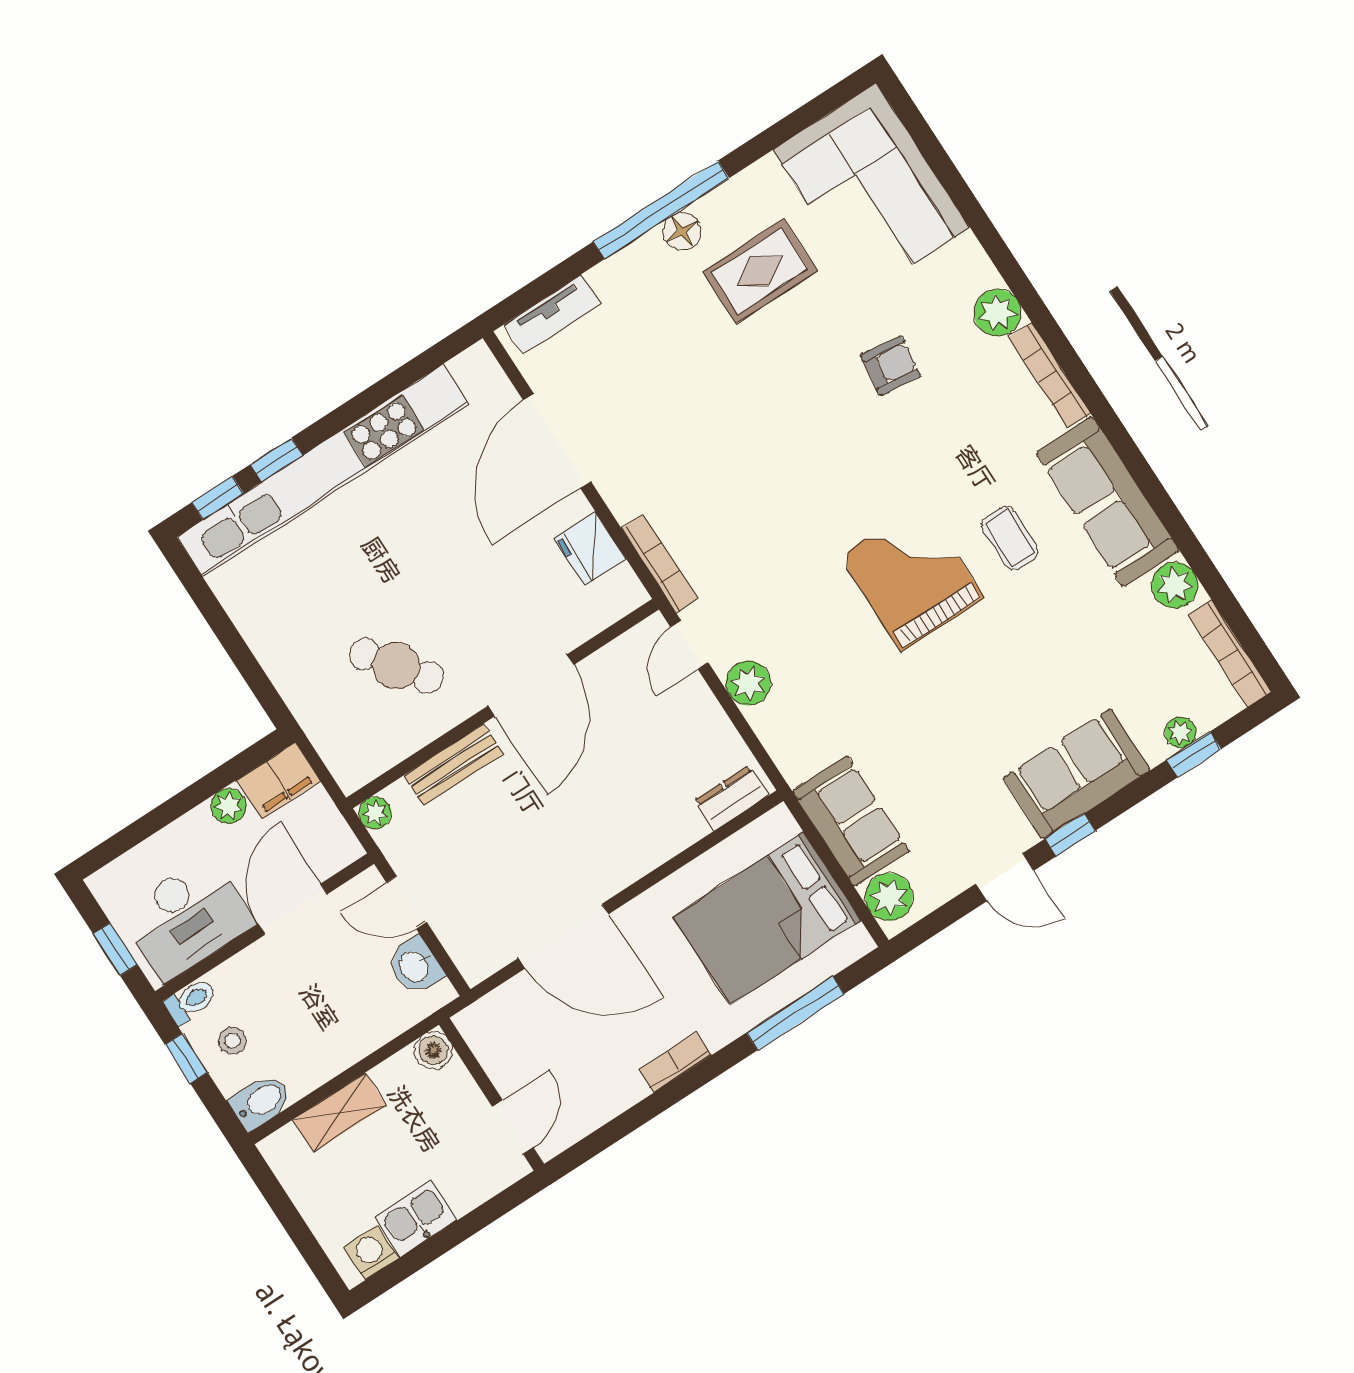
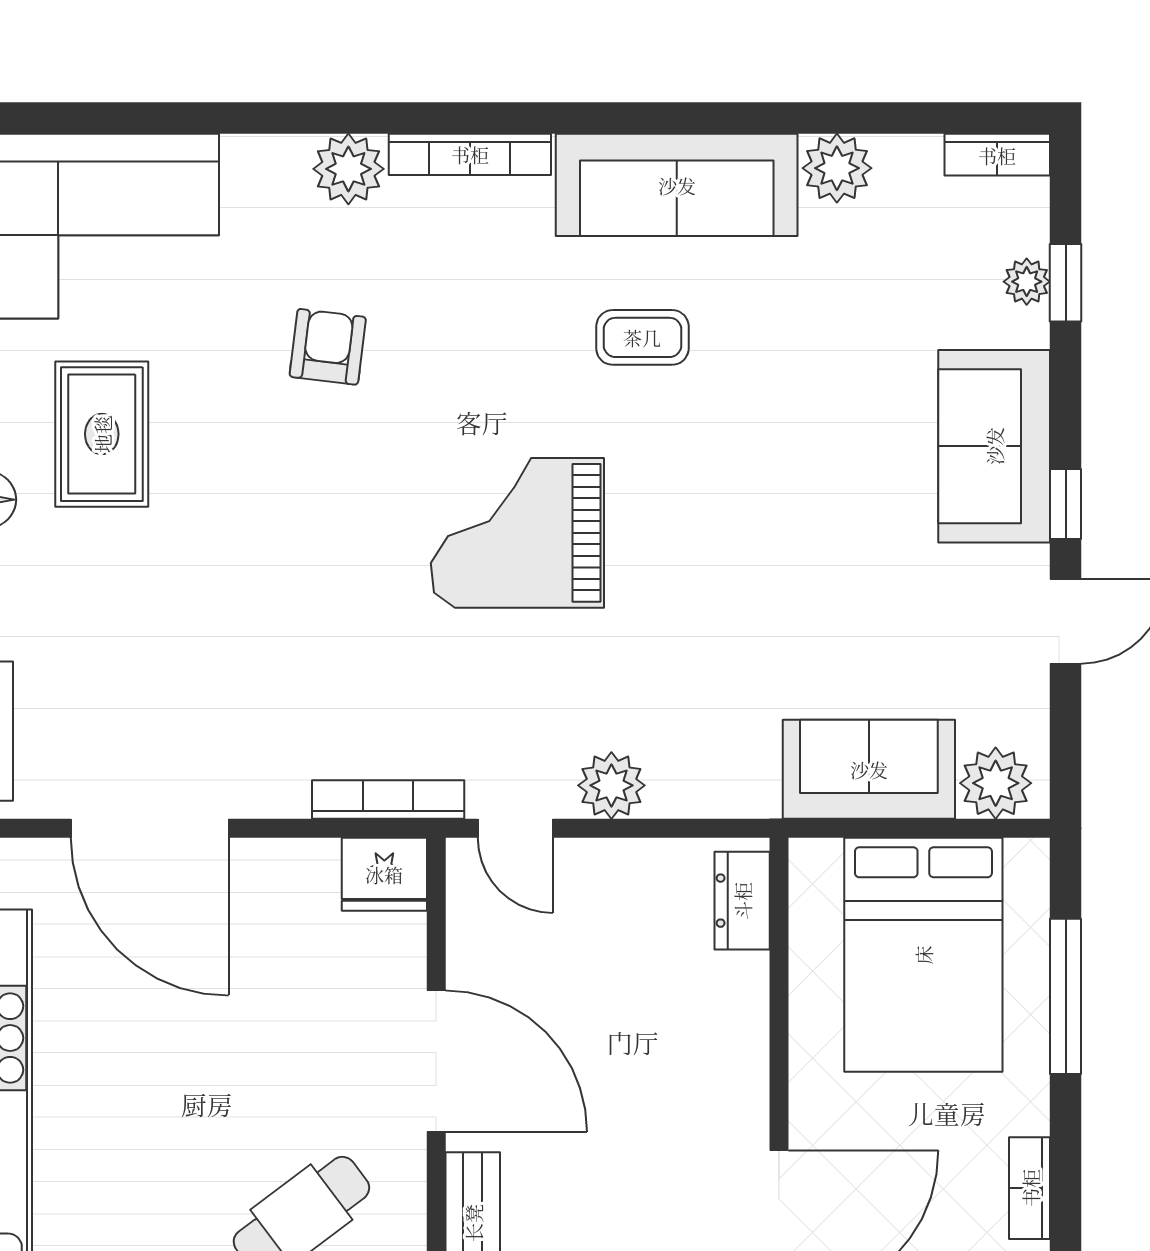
fridge: (590, 549) -> (384, 874), moved
grand piano: (912, 577) -> (517, 533), moved
bookcase: (1230, 653) -> (997, 155), width x0.64

